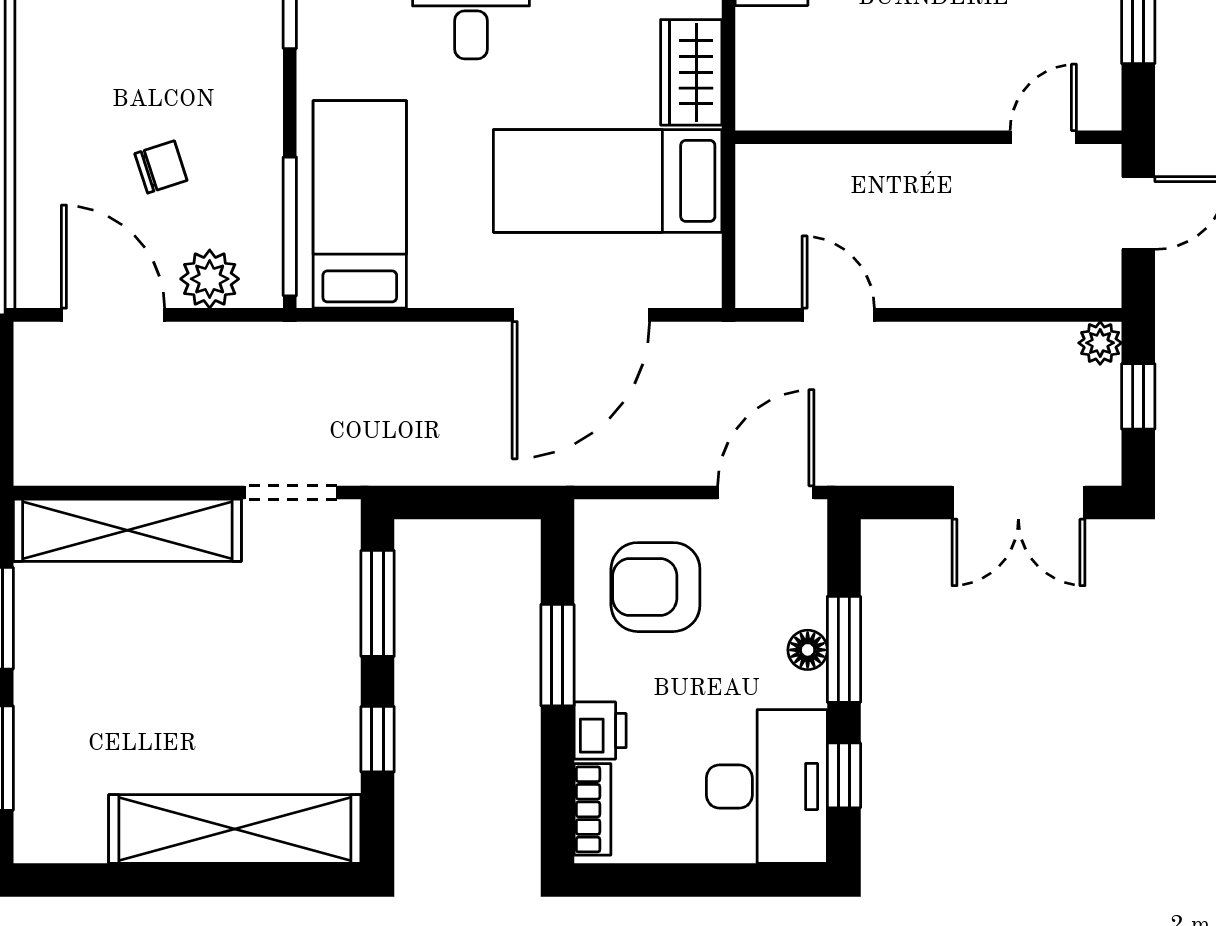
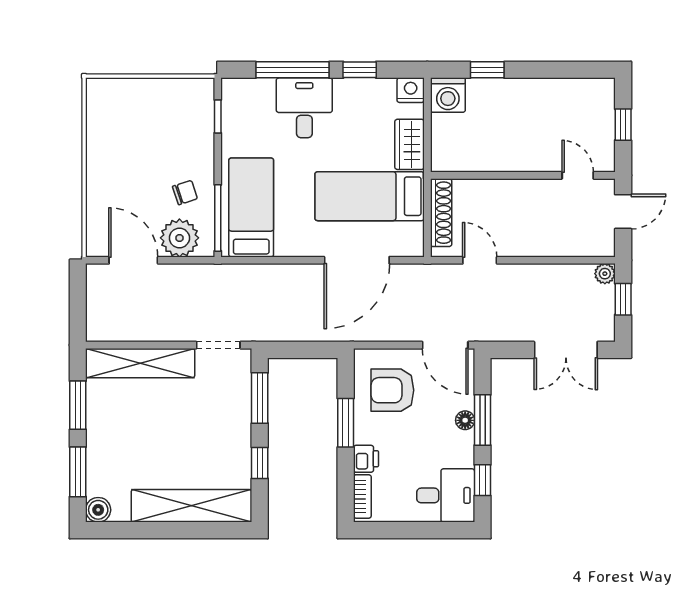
door: (1043, 137) -> (578, 175), hinge flipped
chair: (161, 167) -> (185, 193), moved
shoe rack: (757, 215) -> (441, 213), added
plant: (210, 279) -> (179, 238), width x1.36, depth x1.36
door: (766, 493) -> (445, 345), swing flipped
desk: (767, 786) -> (446, 495), width x0.73
boiler: (39, 837) -> (98, 510), added

